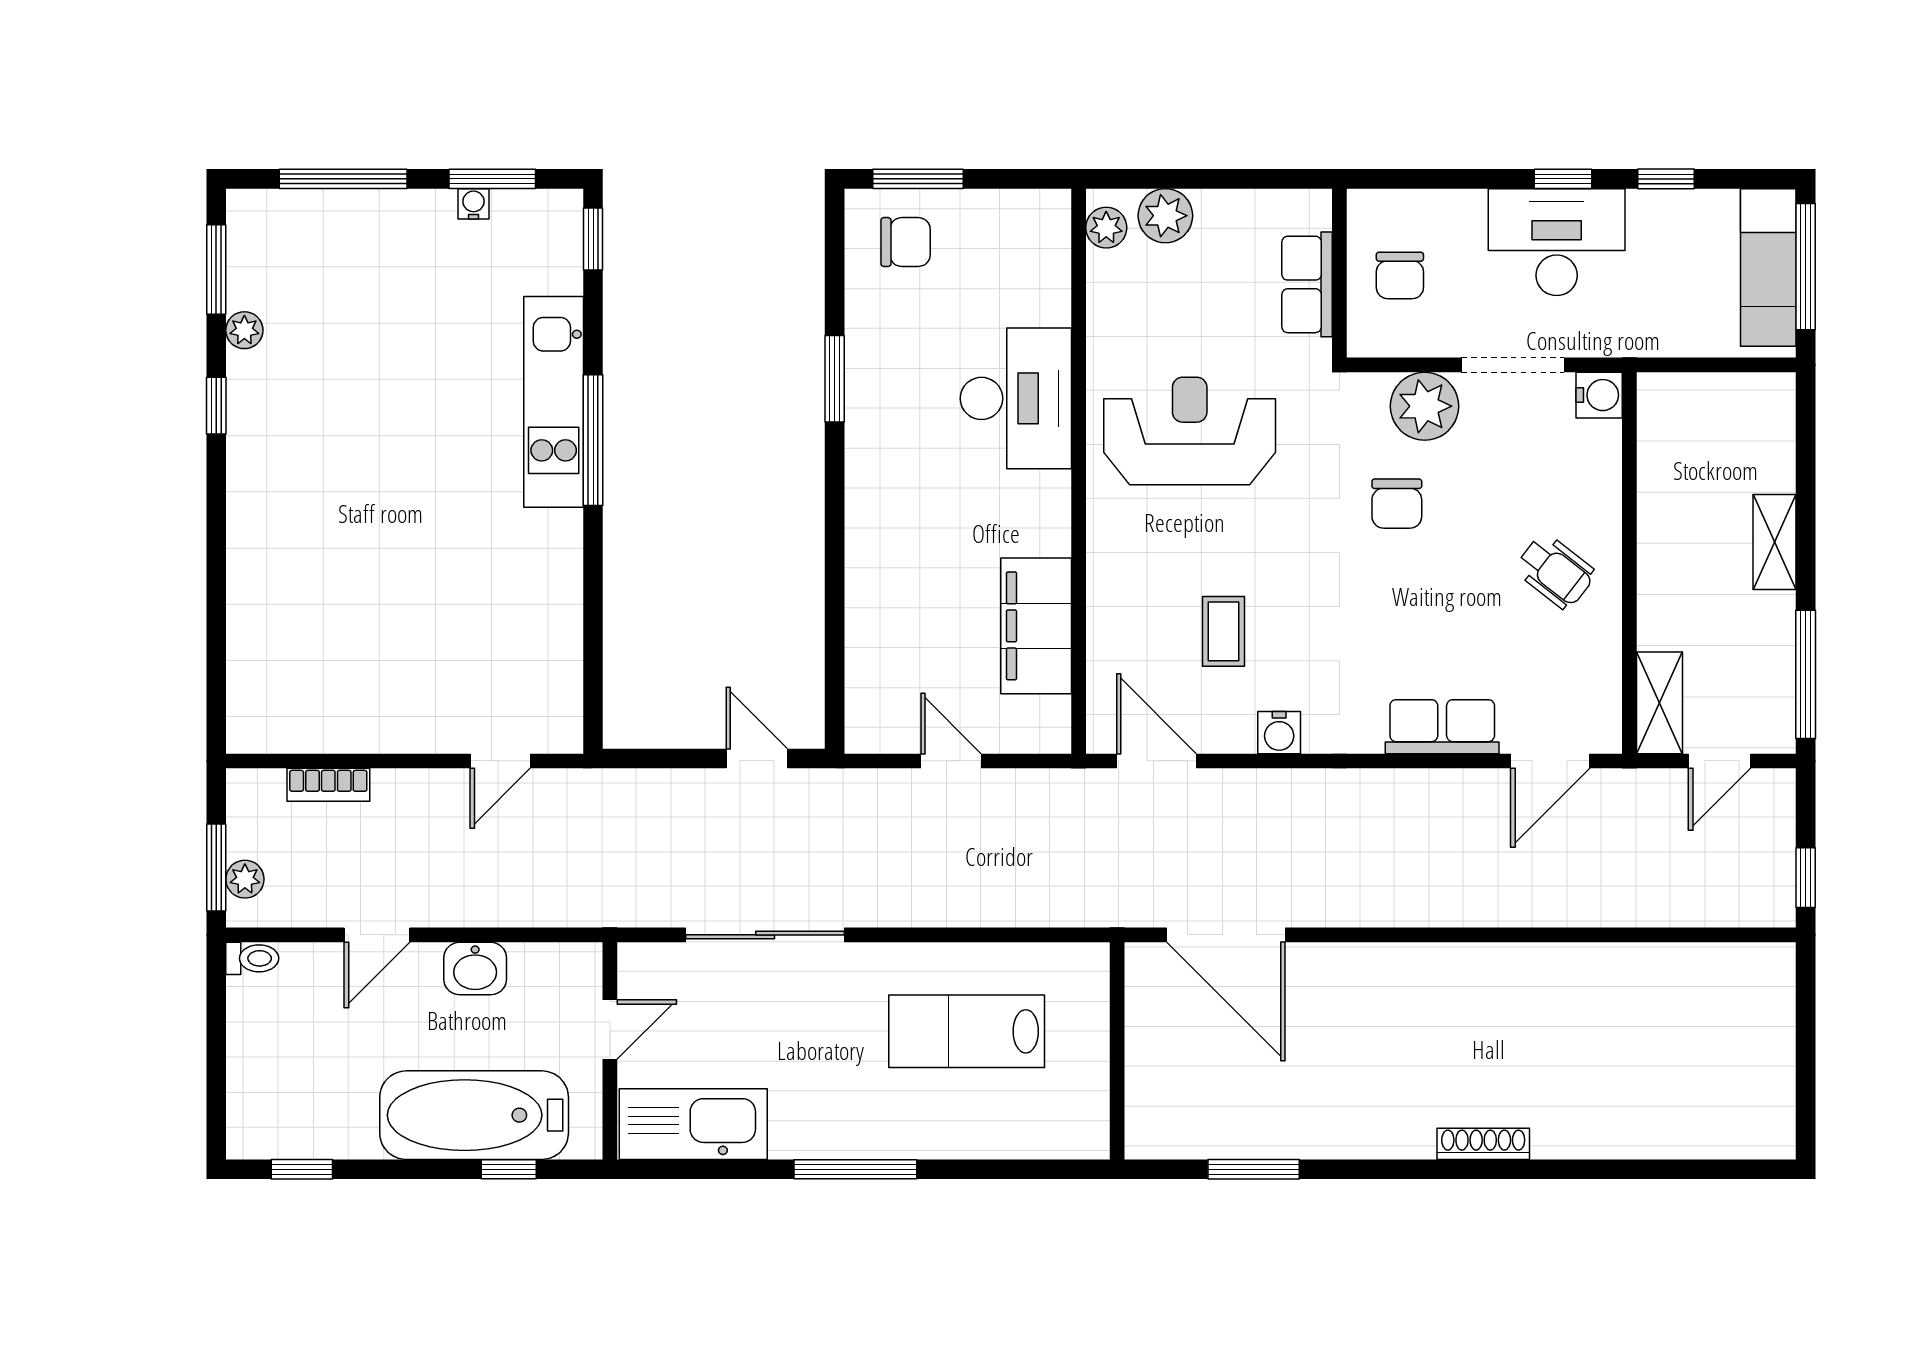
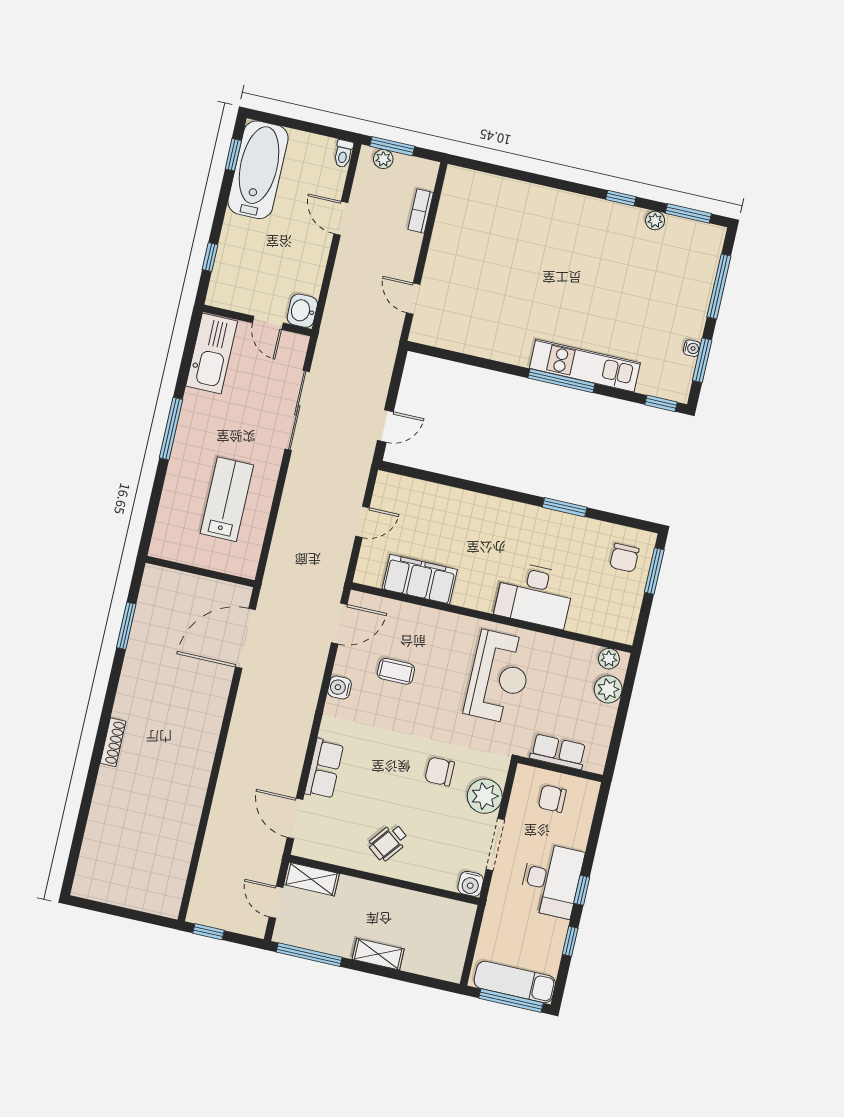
washbasin: (475, 969) -> (302, 311), moved
bathtub: (474, 1115) -> (258, 170), moved

